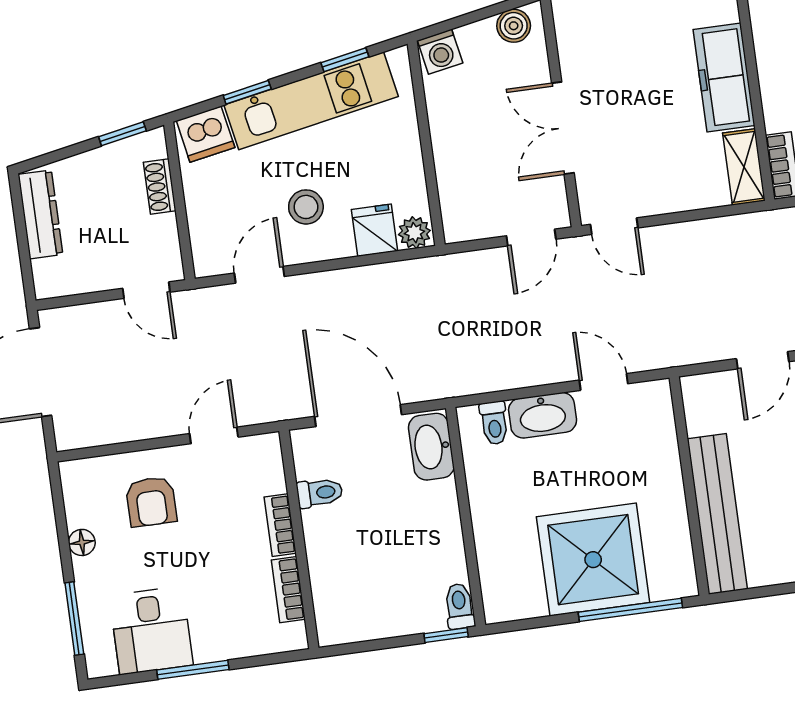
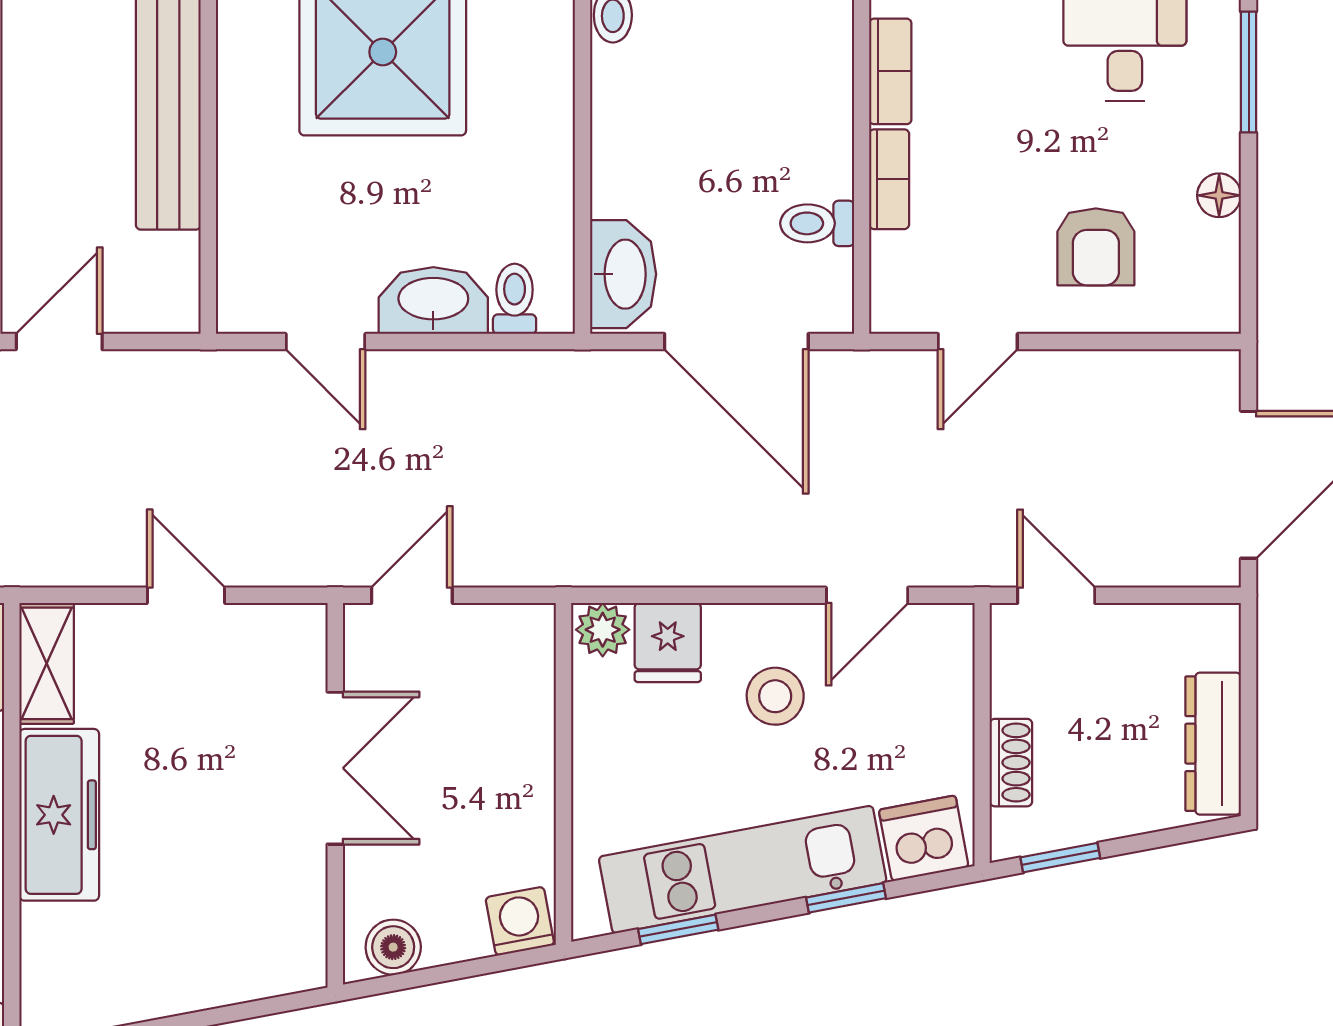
door: (614, 226) -> (186, 595), moved
armchair: (151, 502) -> (1096, 247), turned 180

